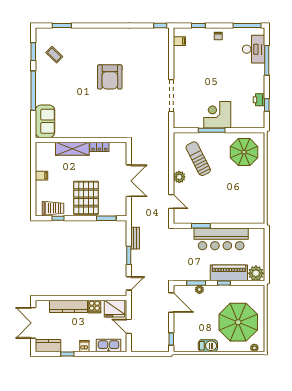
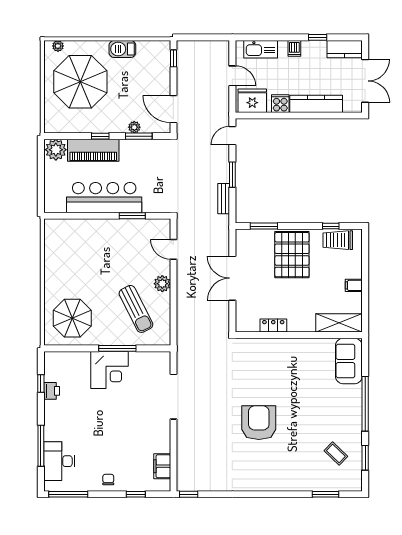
filing cabinet: (179, 41) -> (162, 466), width x2.00
shelving: (72, 149) -> (339, 323), moved

